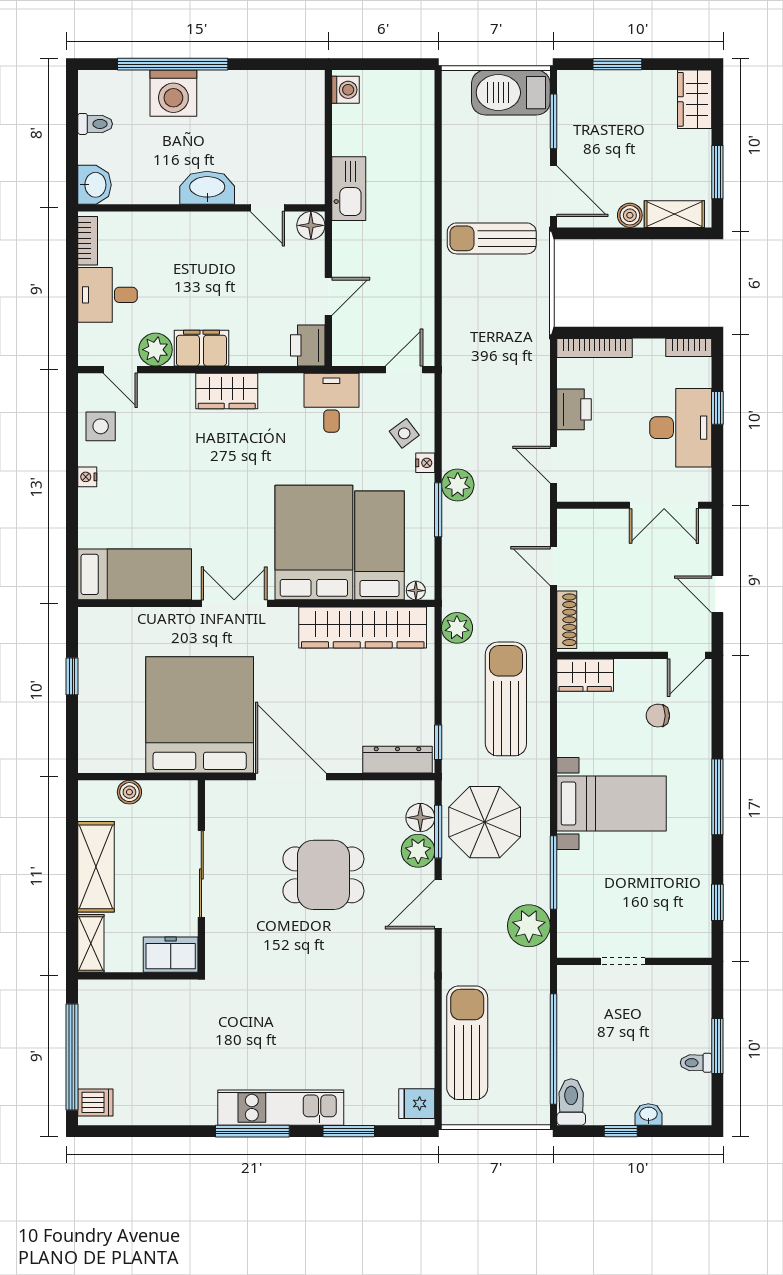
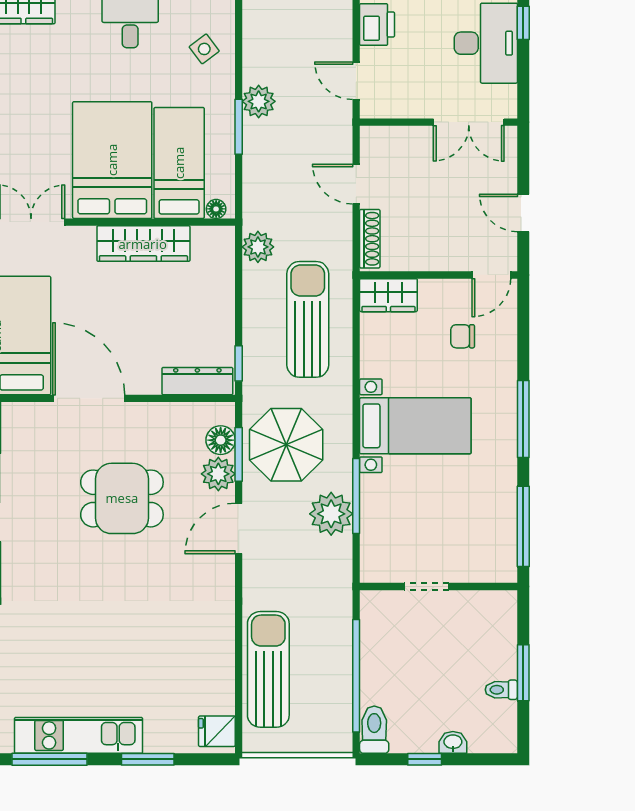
nightstand: (425, 463) -> (226, 79), removed
wardrobe: (363, 628) -> (143, 244), width x0.71, depth x0.85
window: (717, 902) -> (523, 526), width x2.17
plant: (529, 926) -> (331, 514), moved

